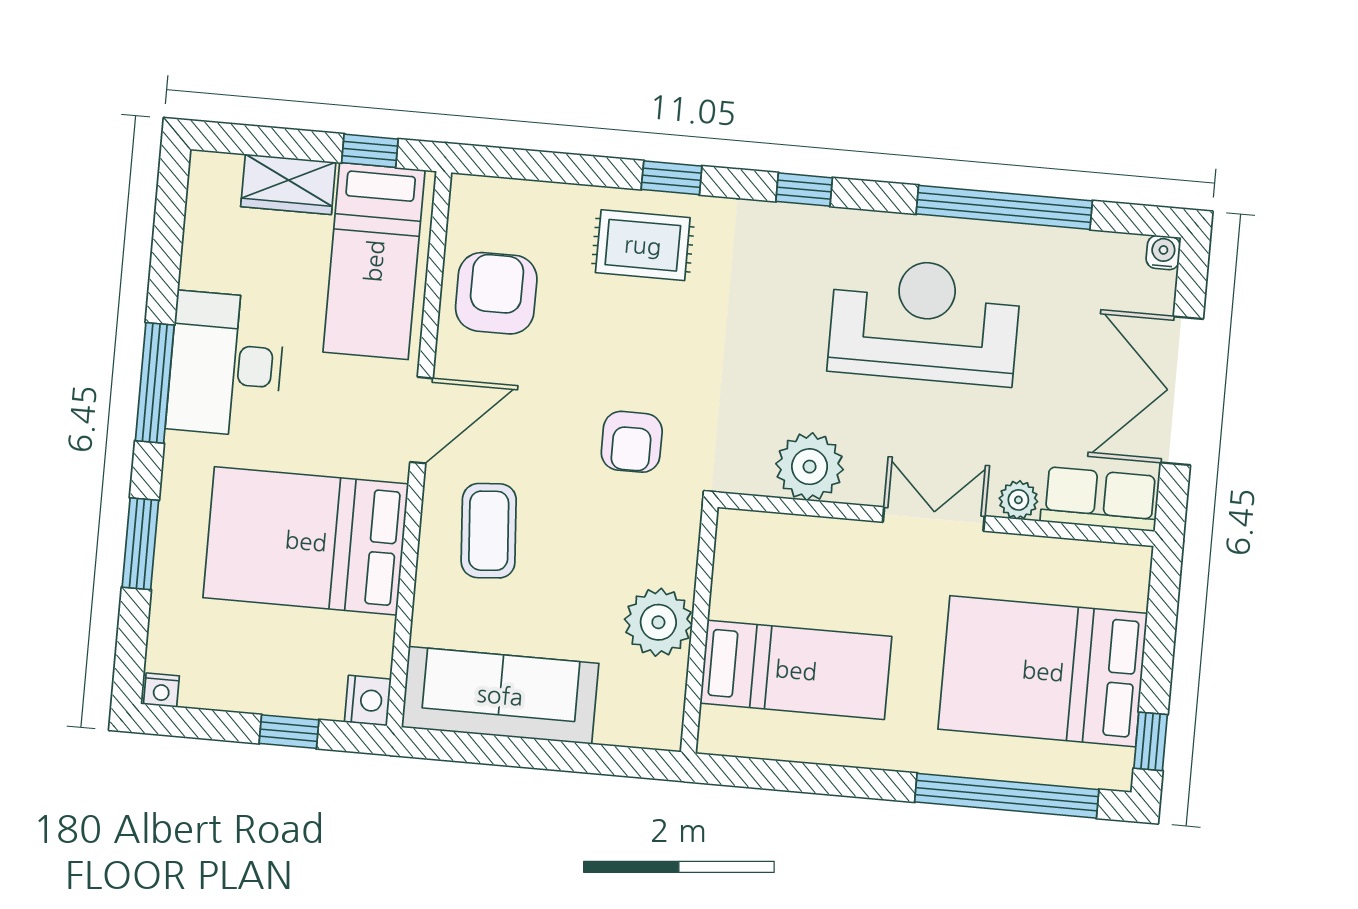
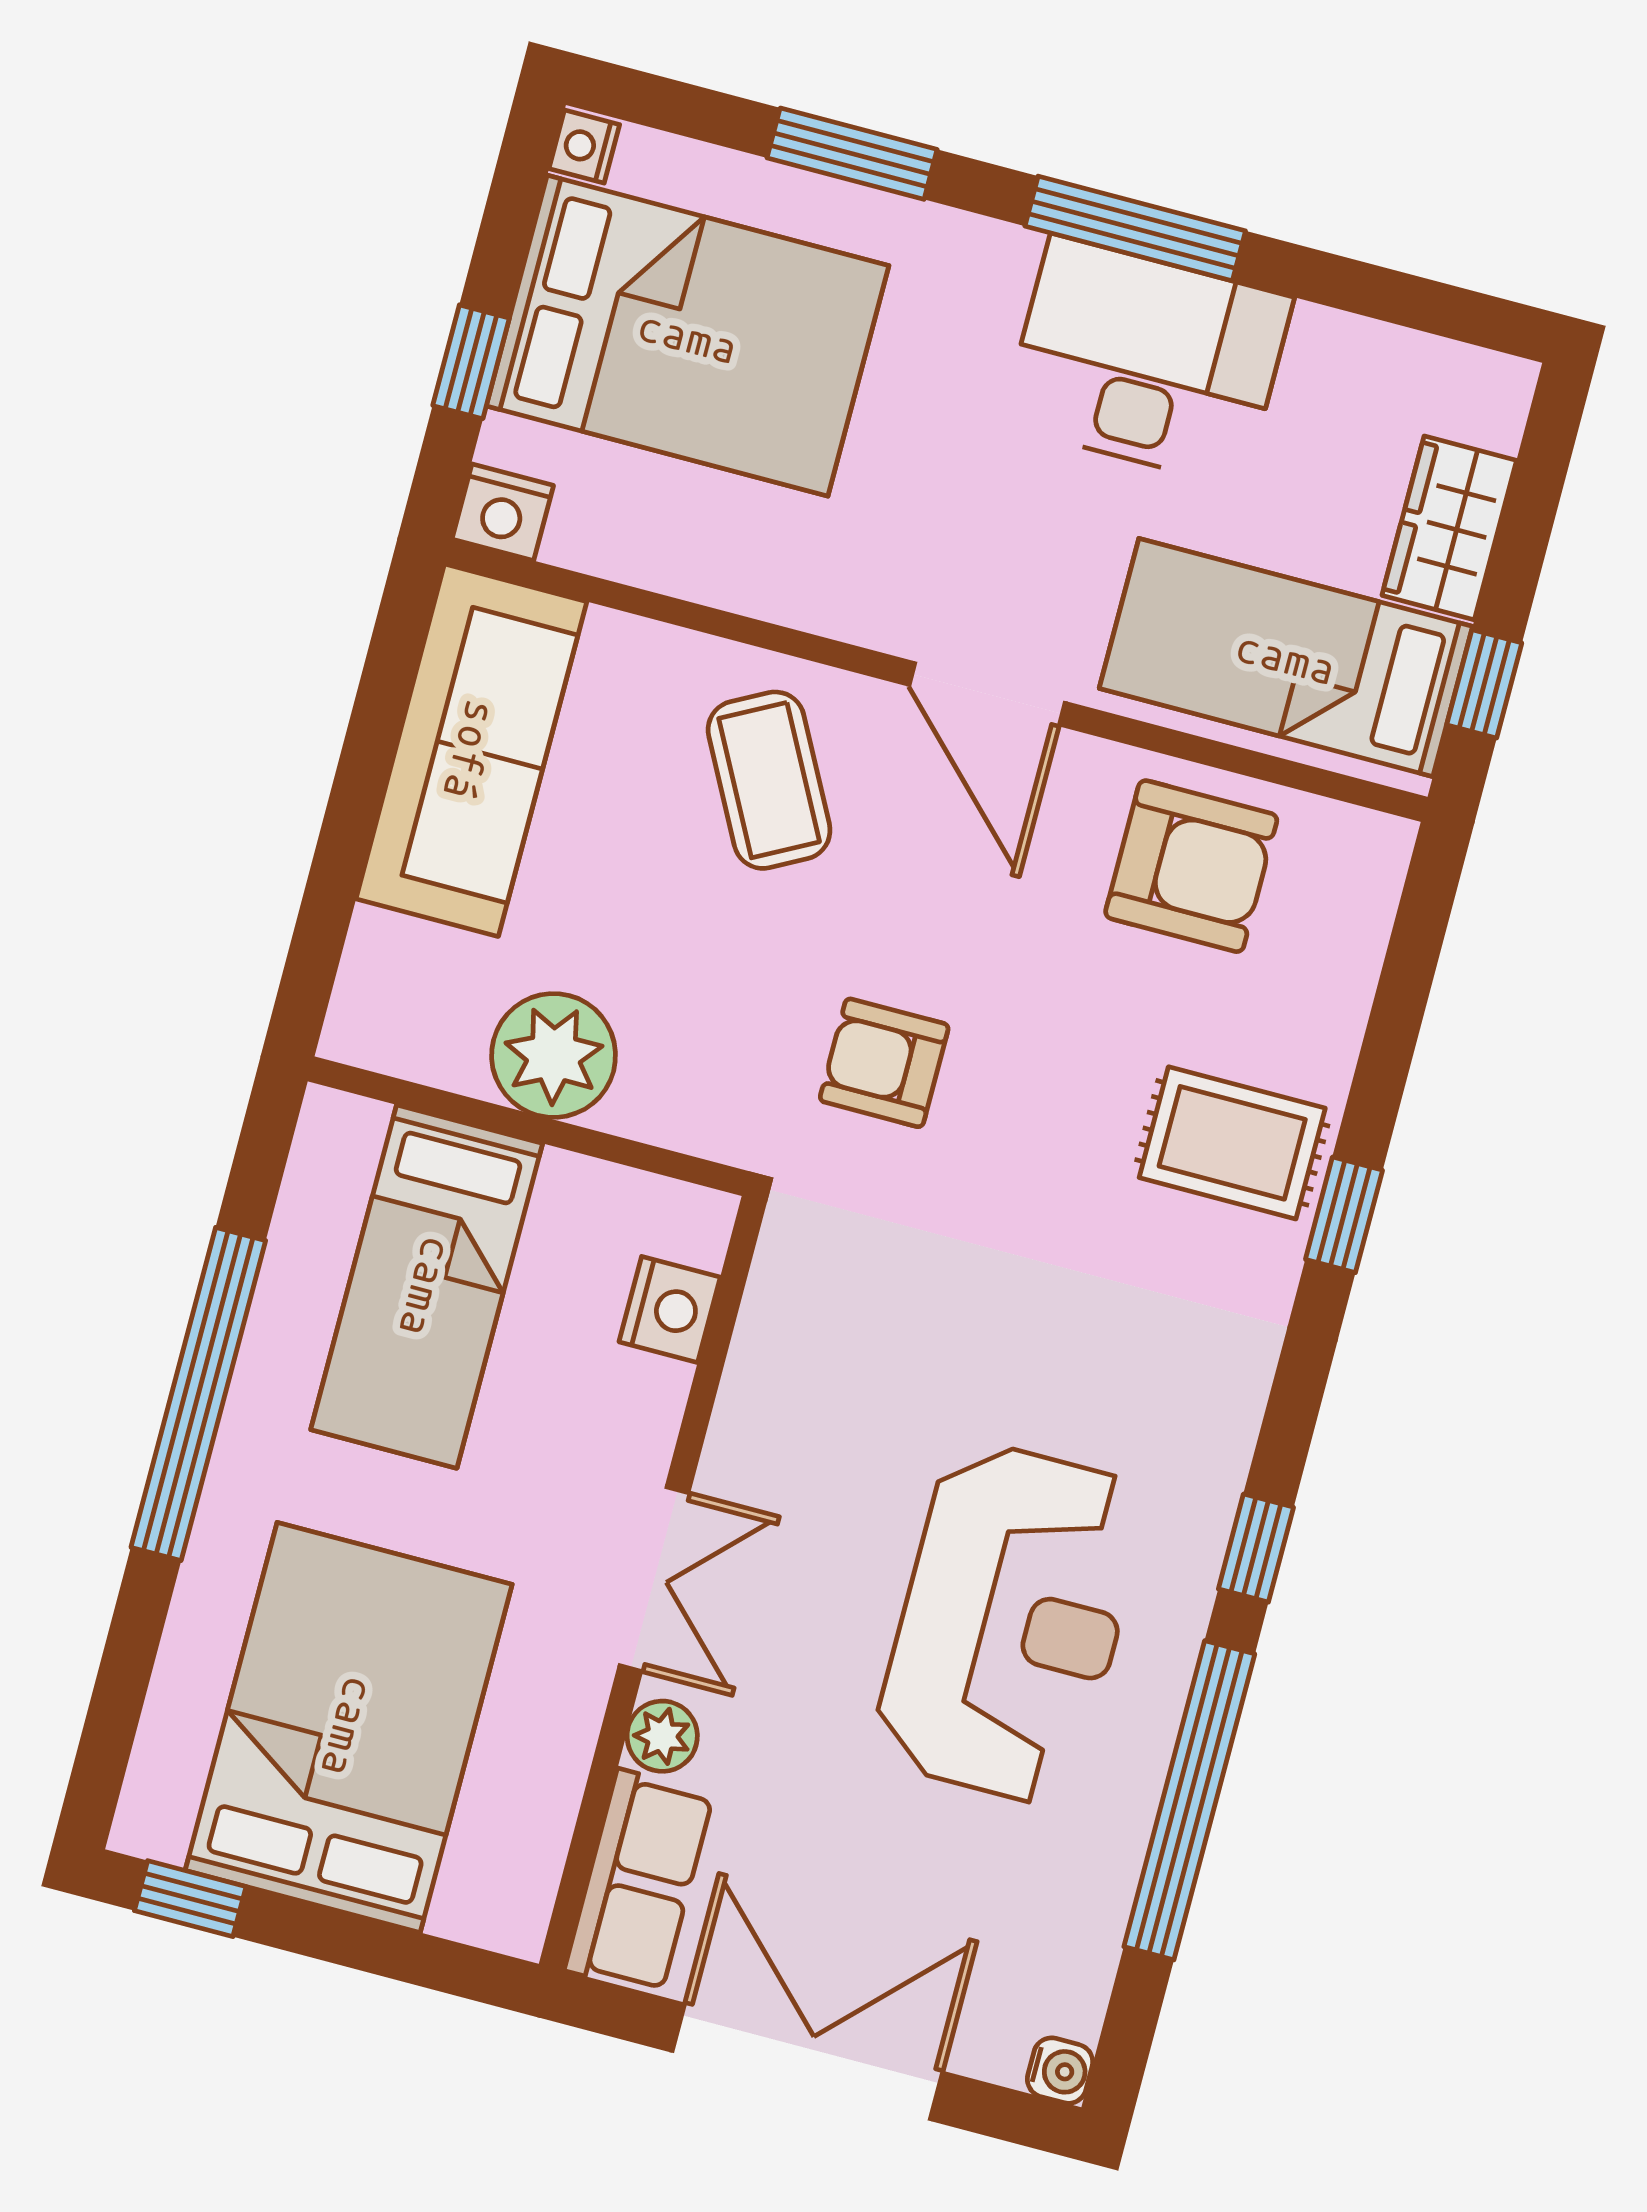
window: (804, 190) -> (1256, 1548), moved
rug: (643, 245) -> (1232, 1143), turned 90
plant: (810, 467) -> (786, 1373), removed
coffee table: (489, 531) -> (769, 780), turned 66
nightstand: (786, 536) -> (670, 1309), added
bed: (306, 541) -> (688, 336), moved, turned 90
window: (1007, 796) -> (198, 1394), moved

